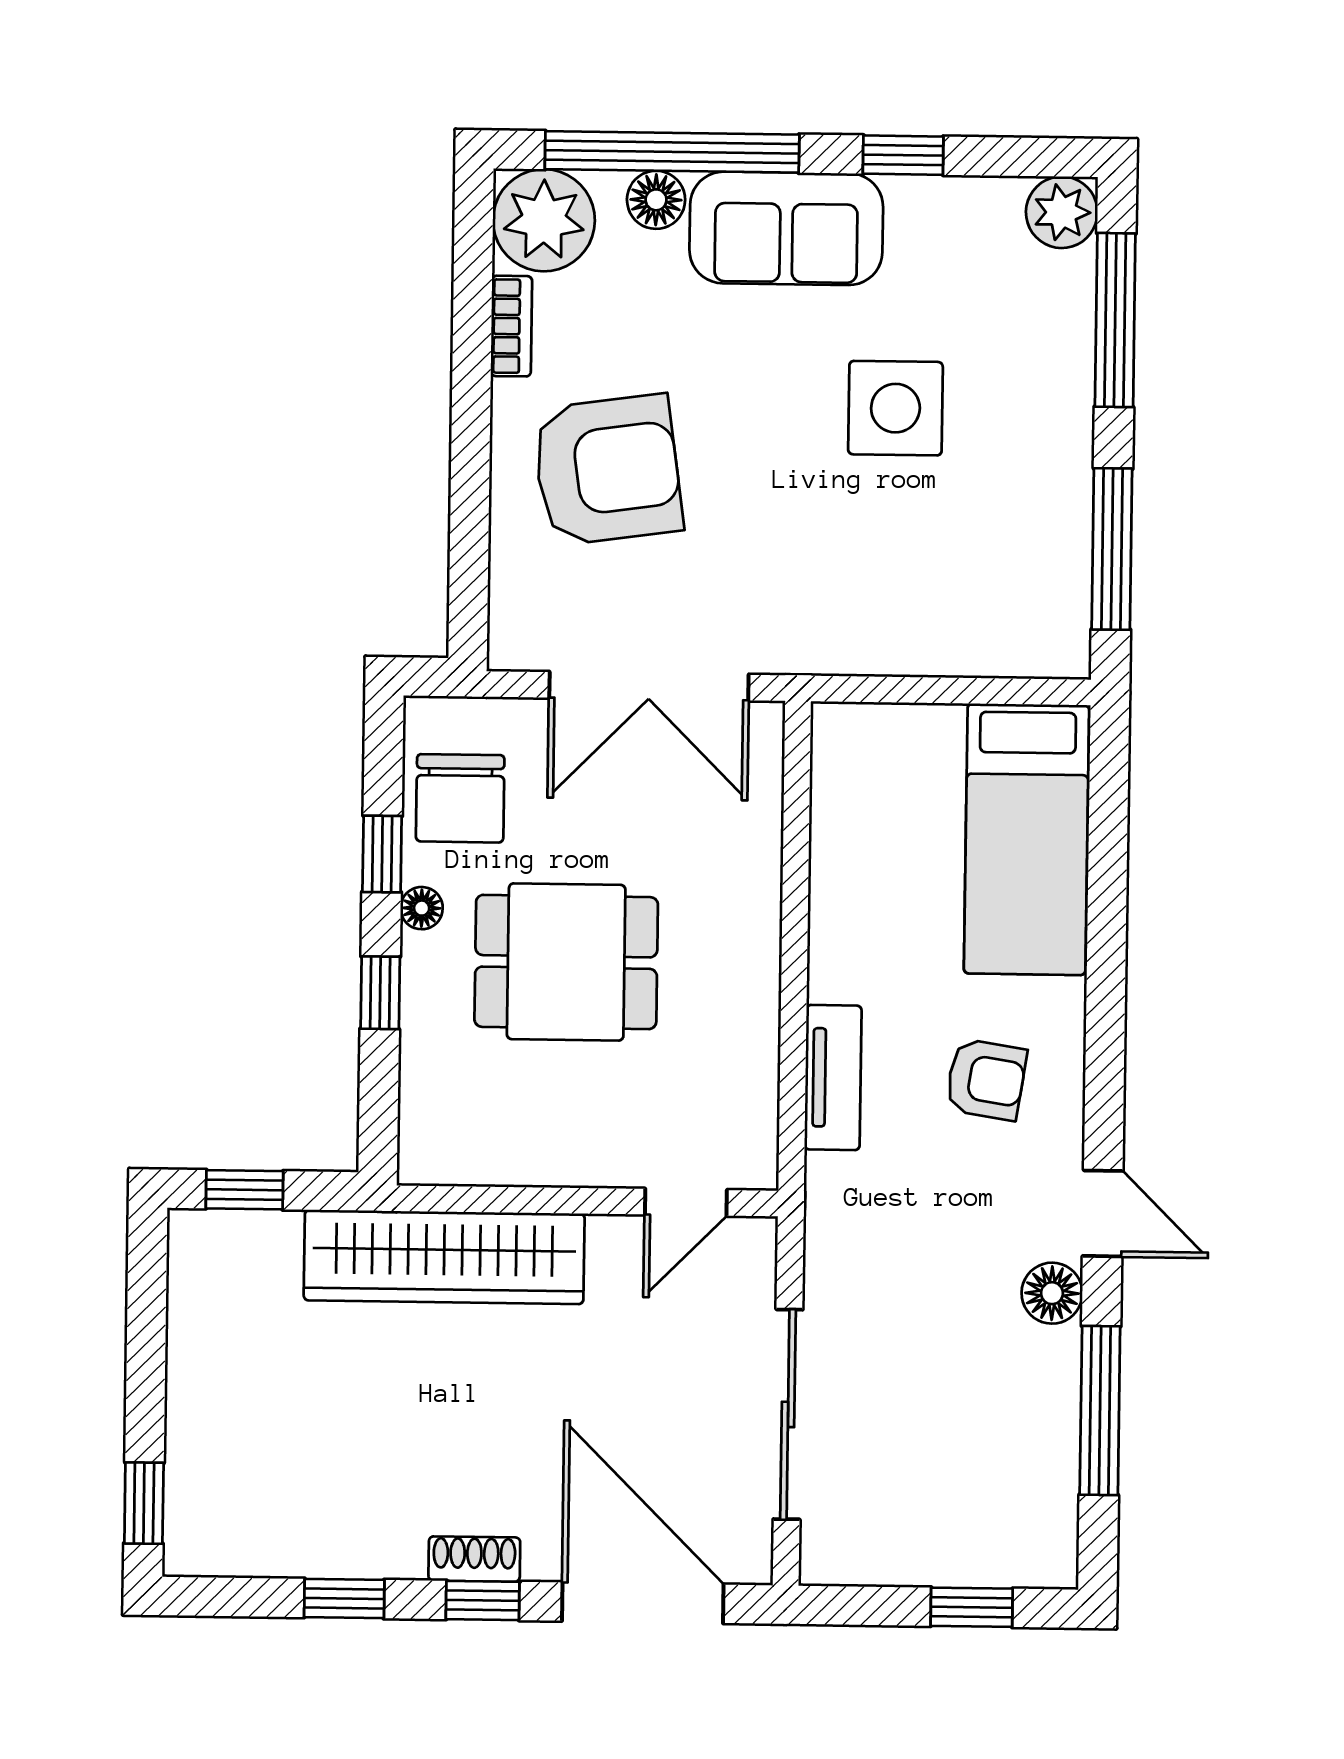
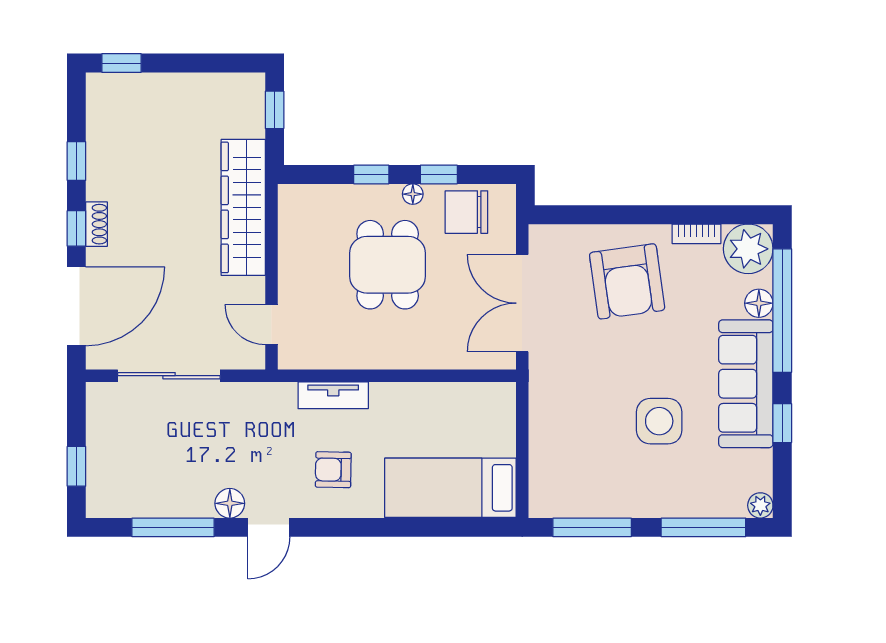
plant: (1062, 212) -> (760, 505), width x0.73, depth x0.73
sofa: (786, 228) -> (746, 384), width x1.36
armchair: (986, 1079) -> (333, 470), turned 82

